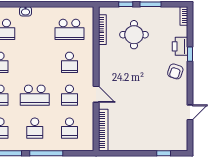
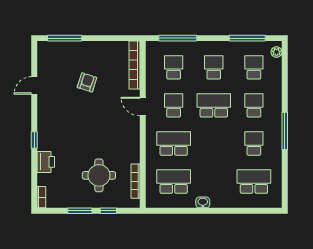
washbasin: (25, 11) -> (203, 202), moved
window: (190, 54) -> (34, 140), moved
school desk: (69, 62) -> (174, 143), width x1.85
armchair: (175, 71) -> (87, 82), moved
window: (46, 153) -> (178, 38), moved
window: (164, 153) -> (65, 38), width x2.17

